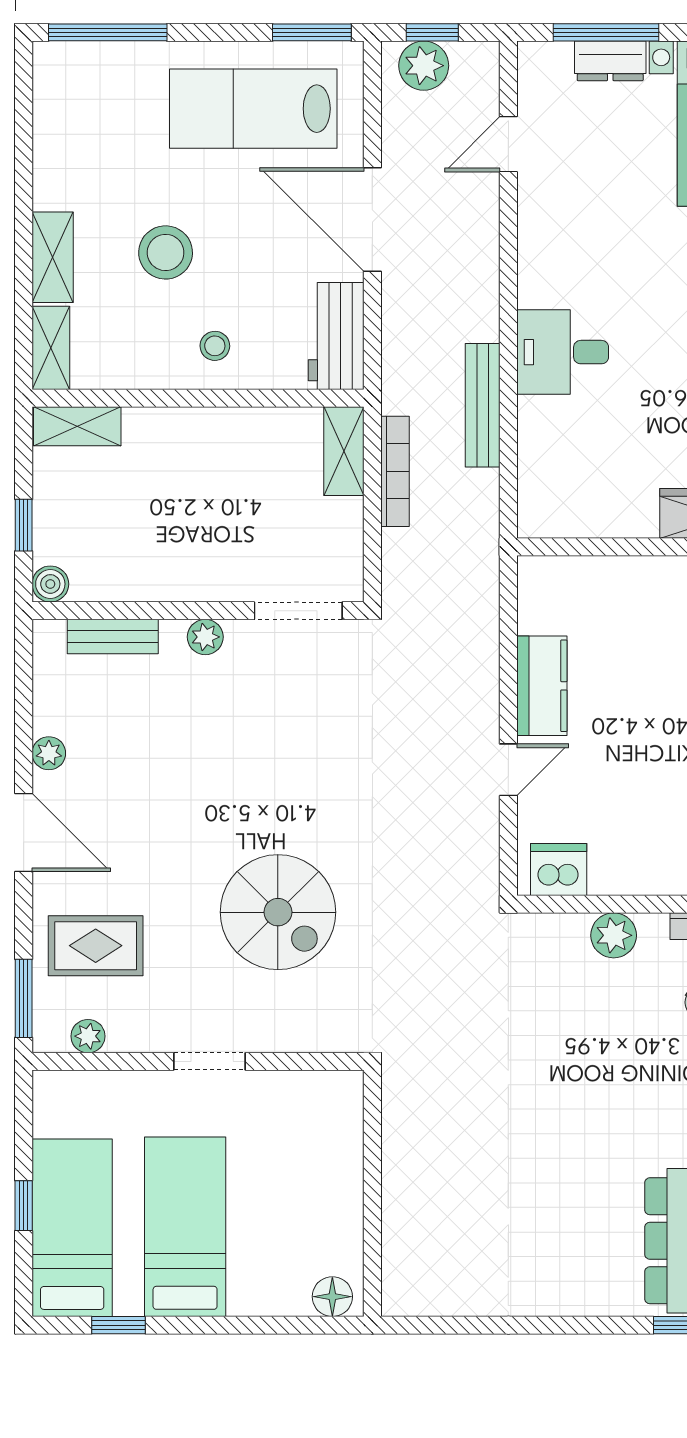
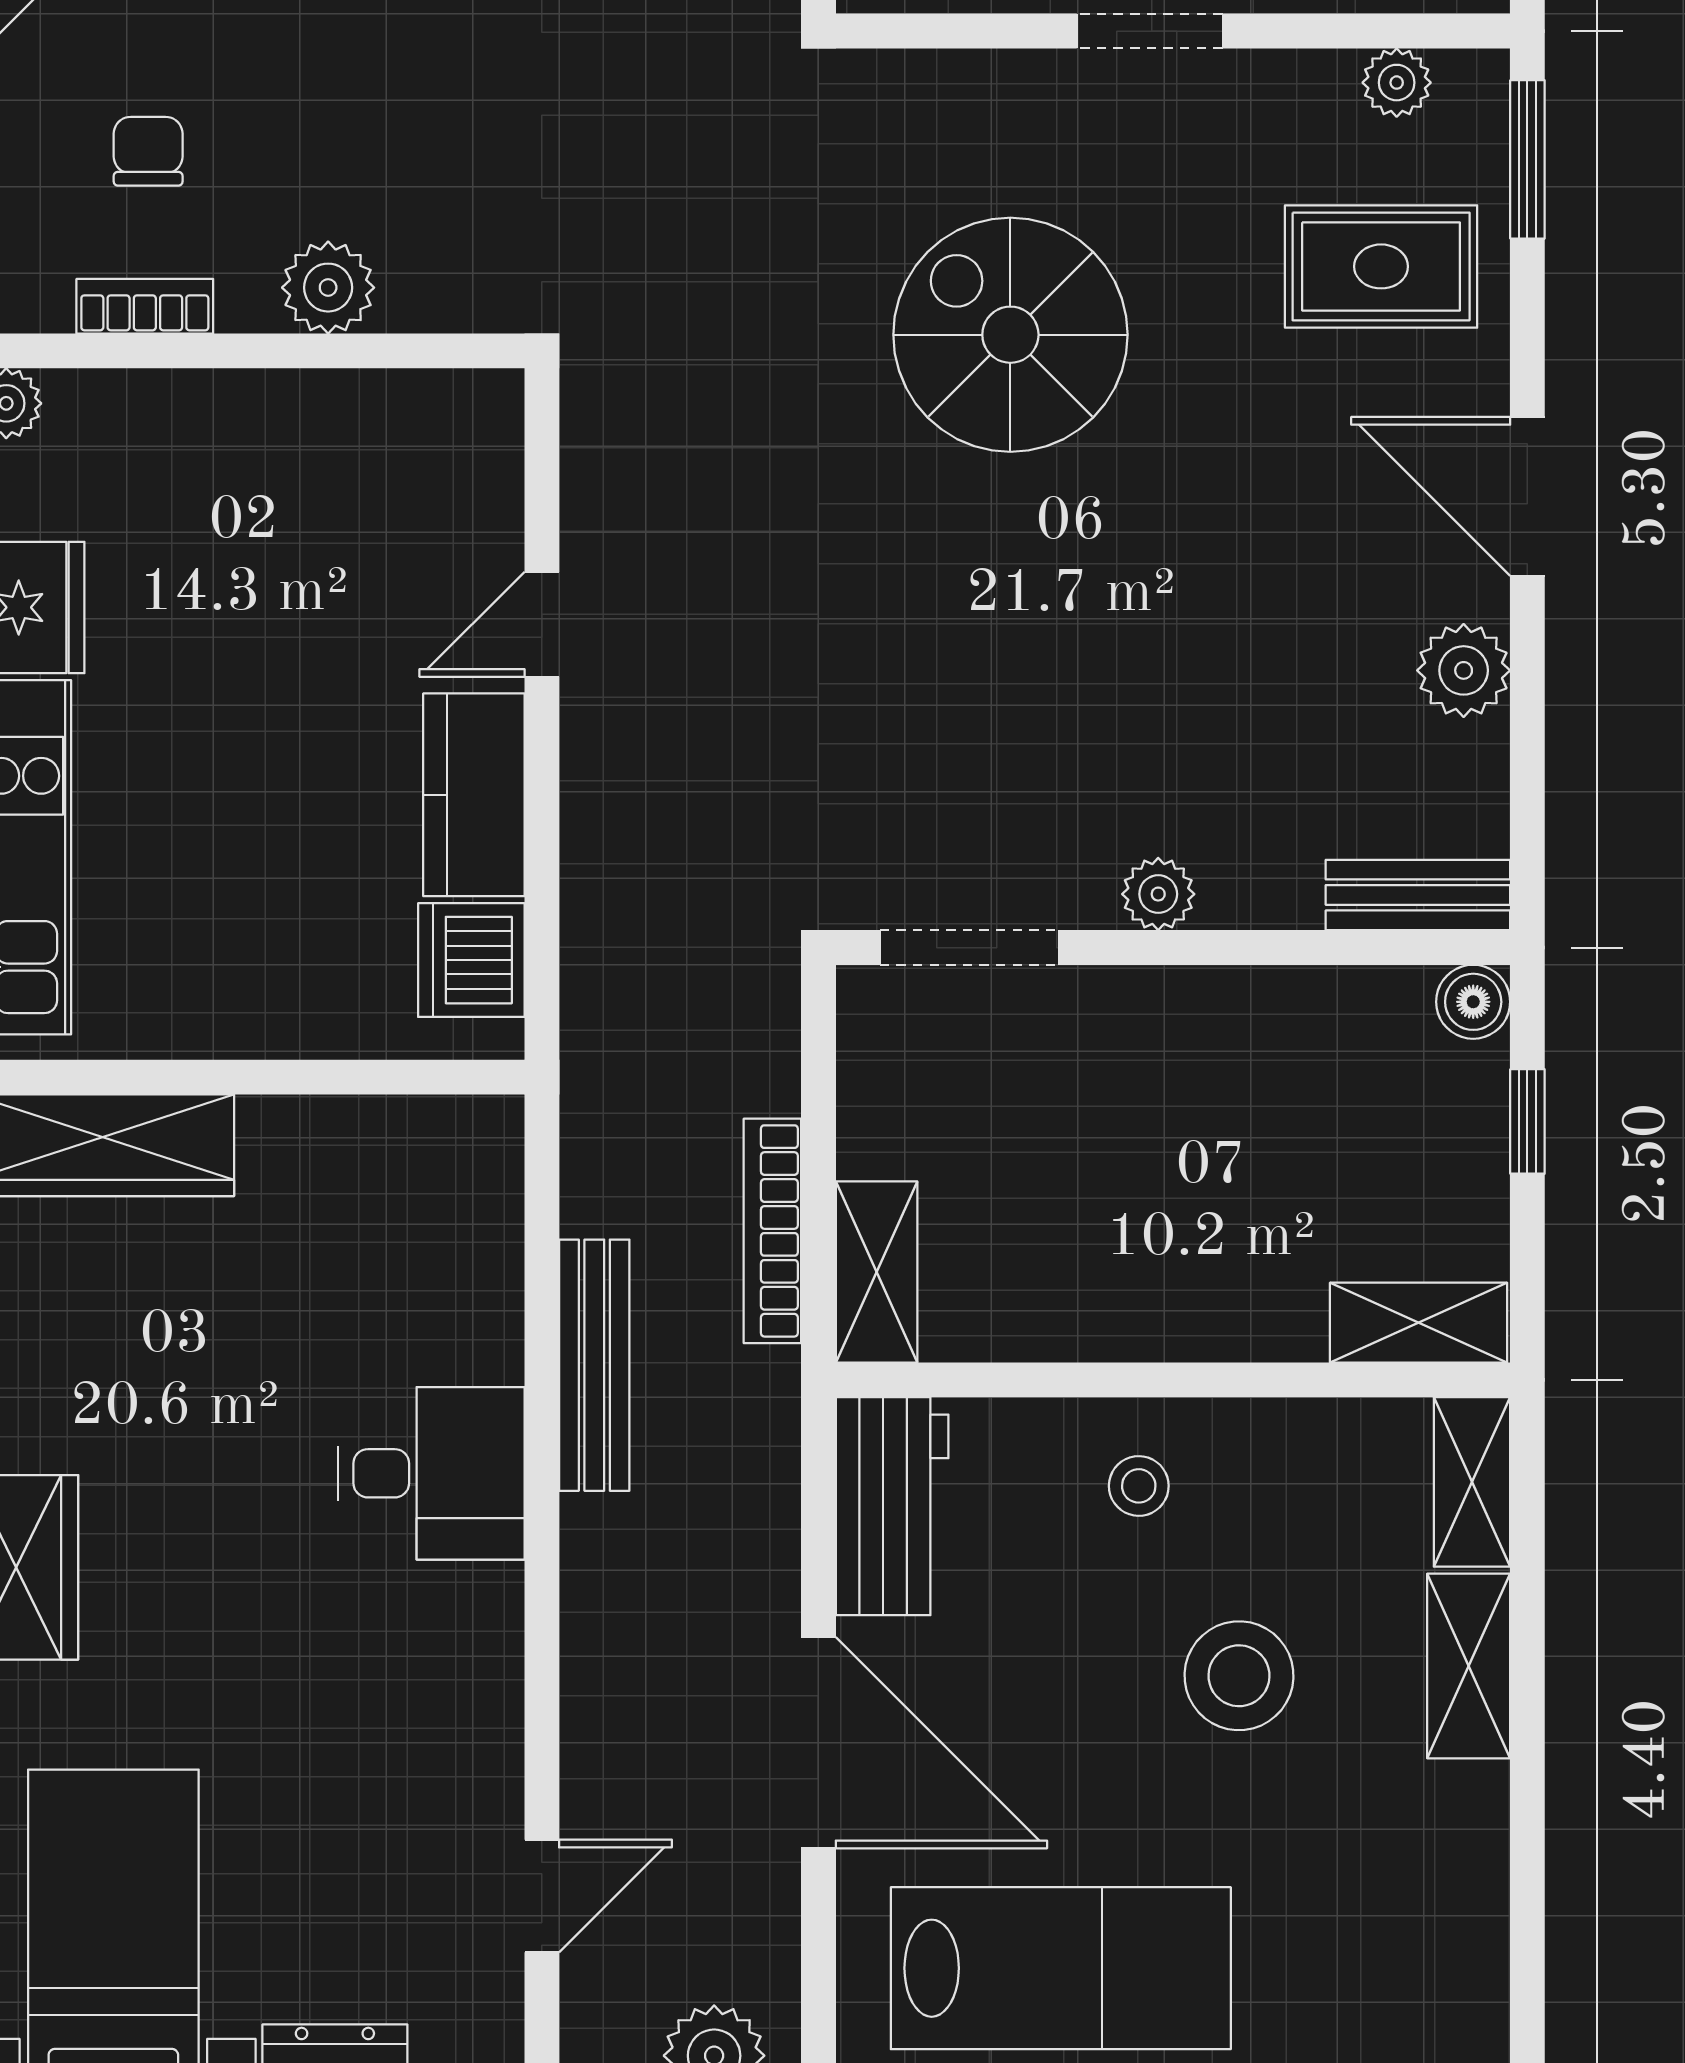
bench: (113, 637) -> (1418, 895), moved
plant: (49, 753) -> (1464, 670), width x1.38, depth x1.38
dishwasher: (559, 869) -> (471, 960), moved, turned 90

